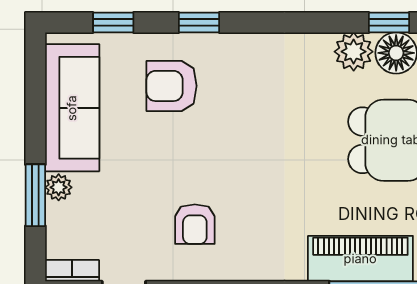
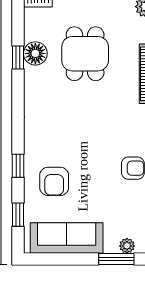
plant: (354, 52) -> (35, 78), removed
plant: (59, 187) -> (127, 246), moved

